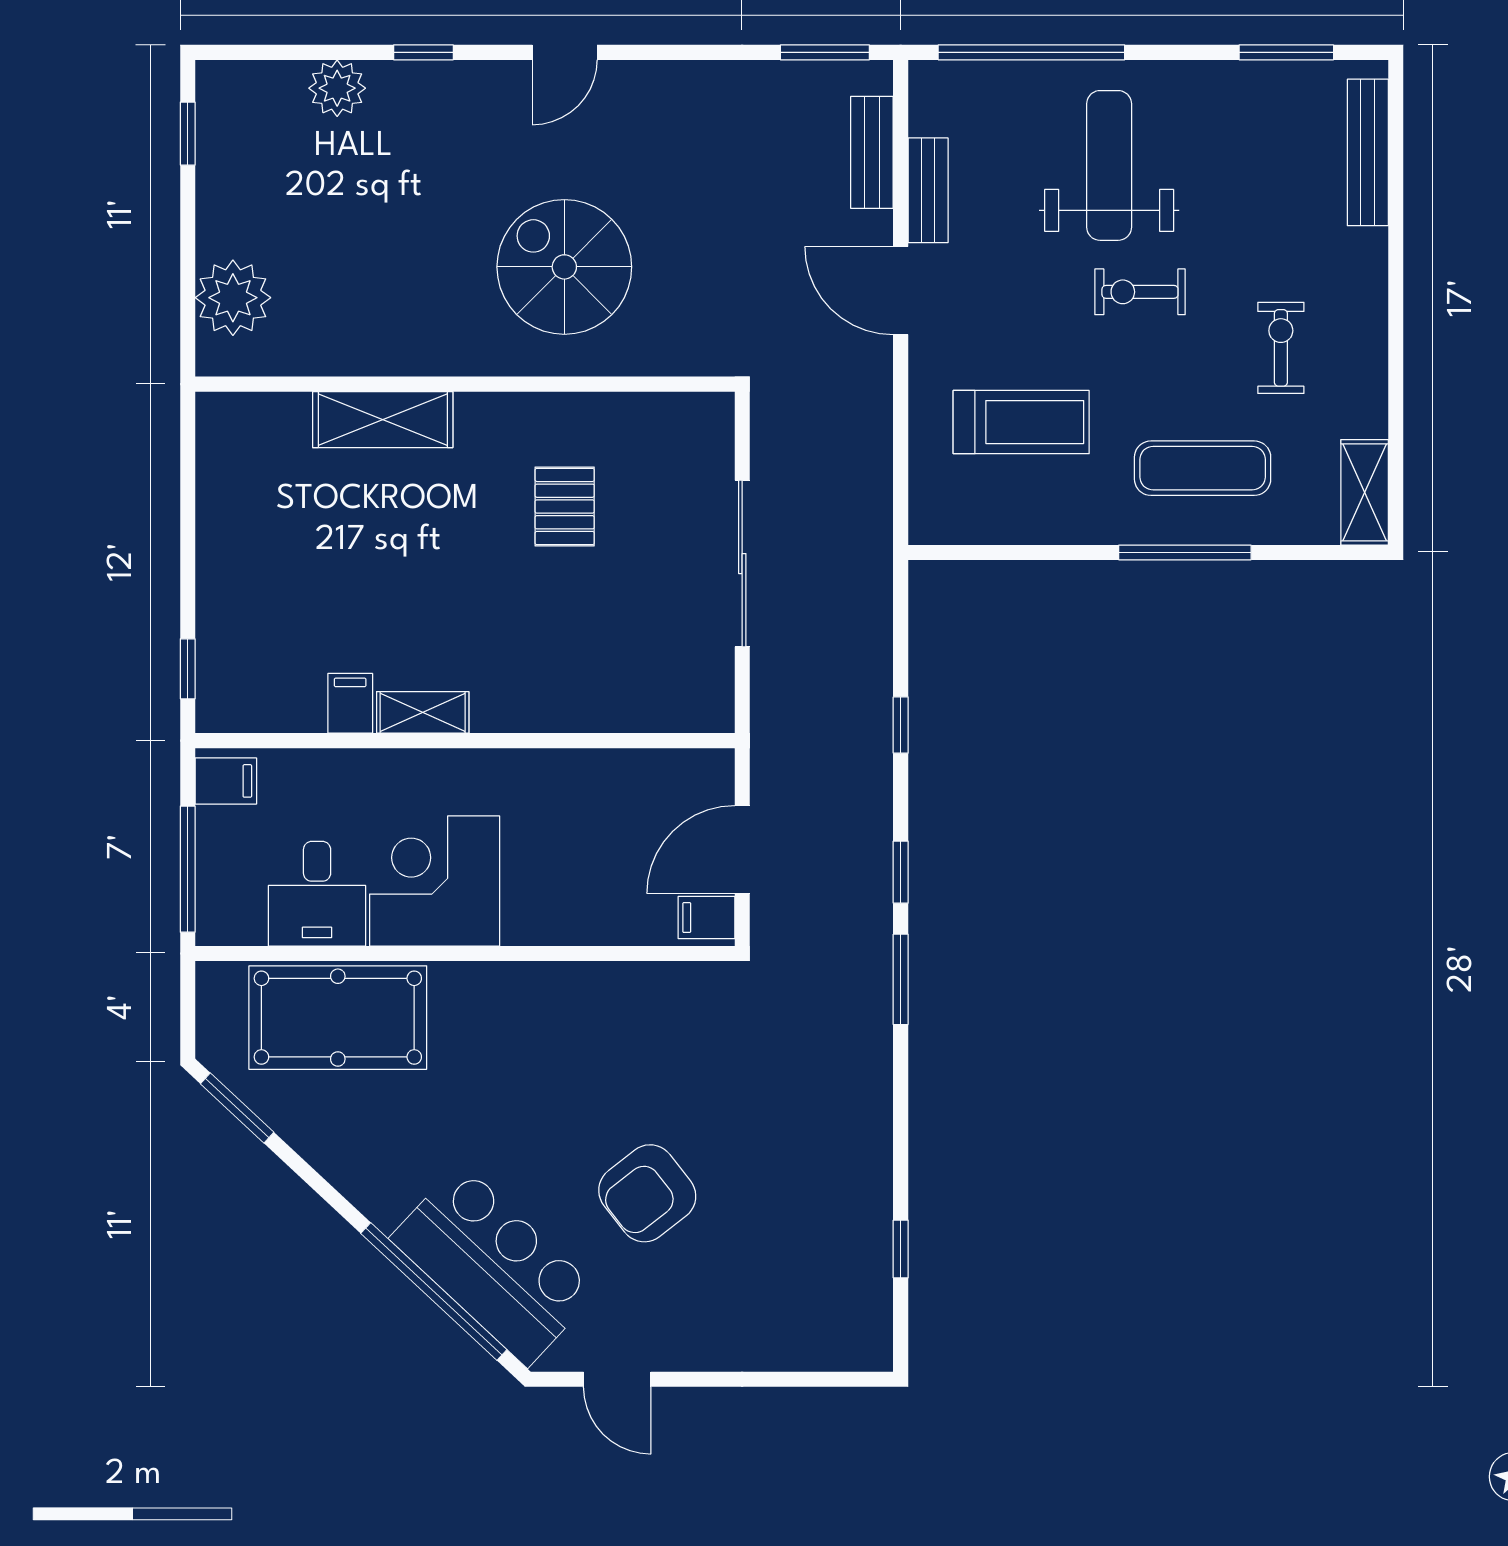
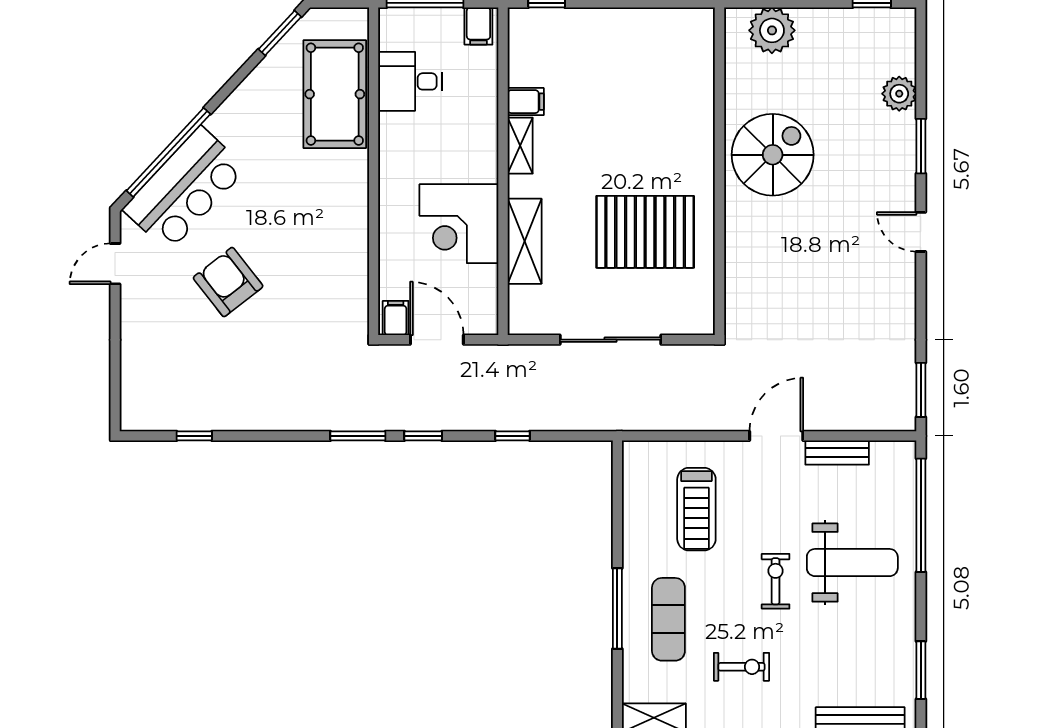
window: (423, 52) -> (921, 146), width x1.50
bench: (872, 152) -> (860, 418), removed
spiral stairs: (564, 267) -> (773, 155), moved
shelving: (383, 420) -> (525, 241), moved
pallet: (565, 506) -> (645, 232), width x2.05, depth x2.00
corner desk: (435, 881) -> (459, 224), moved, turned 180

